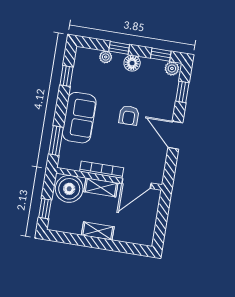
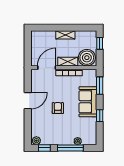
window: (119, 48) -> (70, 148), width x2.17
floor lamp: (132, 63) -> (61, 140), removed
window: (66, 76) -> (100, 116), moved
window: (182, 92) -> (28, 128), removed
door: (175, 135) -> (28, 101), hinge flipped

